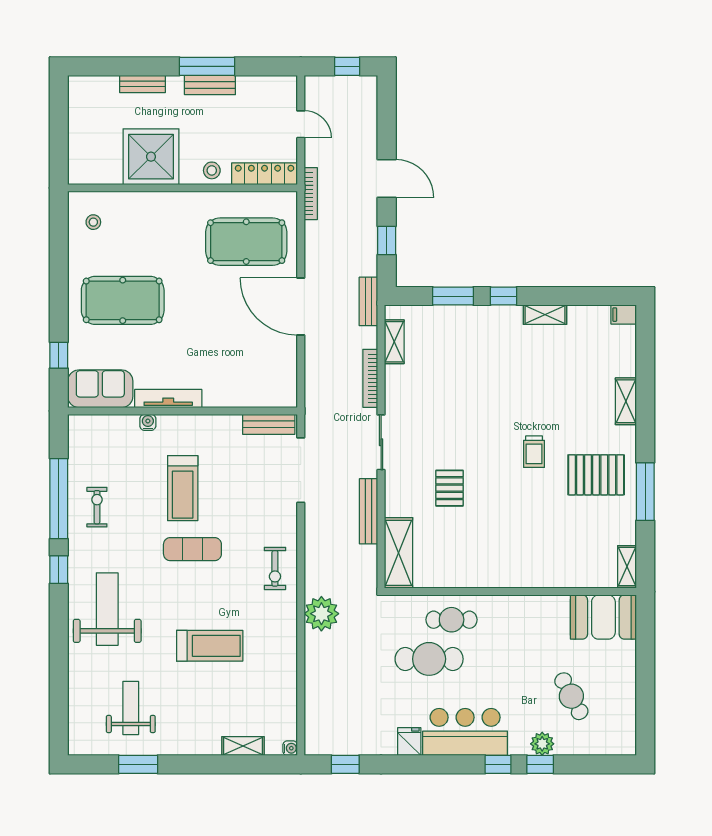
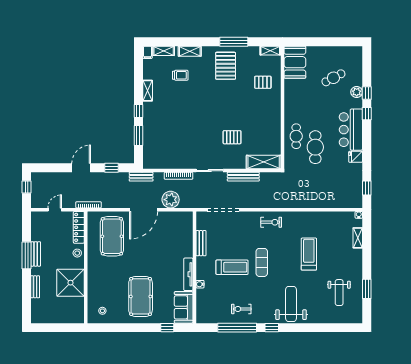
shelving: (394, 342) -> (164, 51), moved
bench: (269, 424) -> (201, 243), moved
trolley: (534, 452) -> (180, 75), moved
pallet: (562, 551) -> (263, 82), added
weight bench: (107, 609) -> (291, 304), turned 90
plant: (321, 614) -> (171, 200), moved
weight bench: (131, 708) -> (339, 293), turned -90

